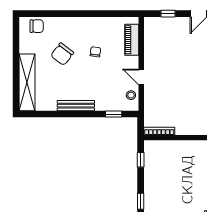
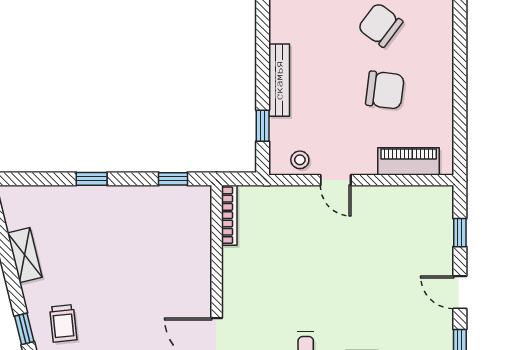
chair: (95, 52) -> (385, 90), width x1.87, depth x1.87
door: (141, 77) -> (336, 180), swing flipped
bench: (76, 106) -> (279, 80), moved

